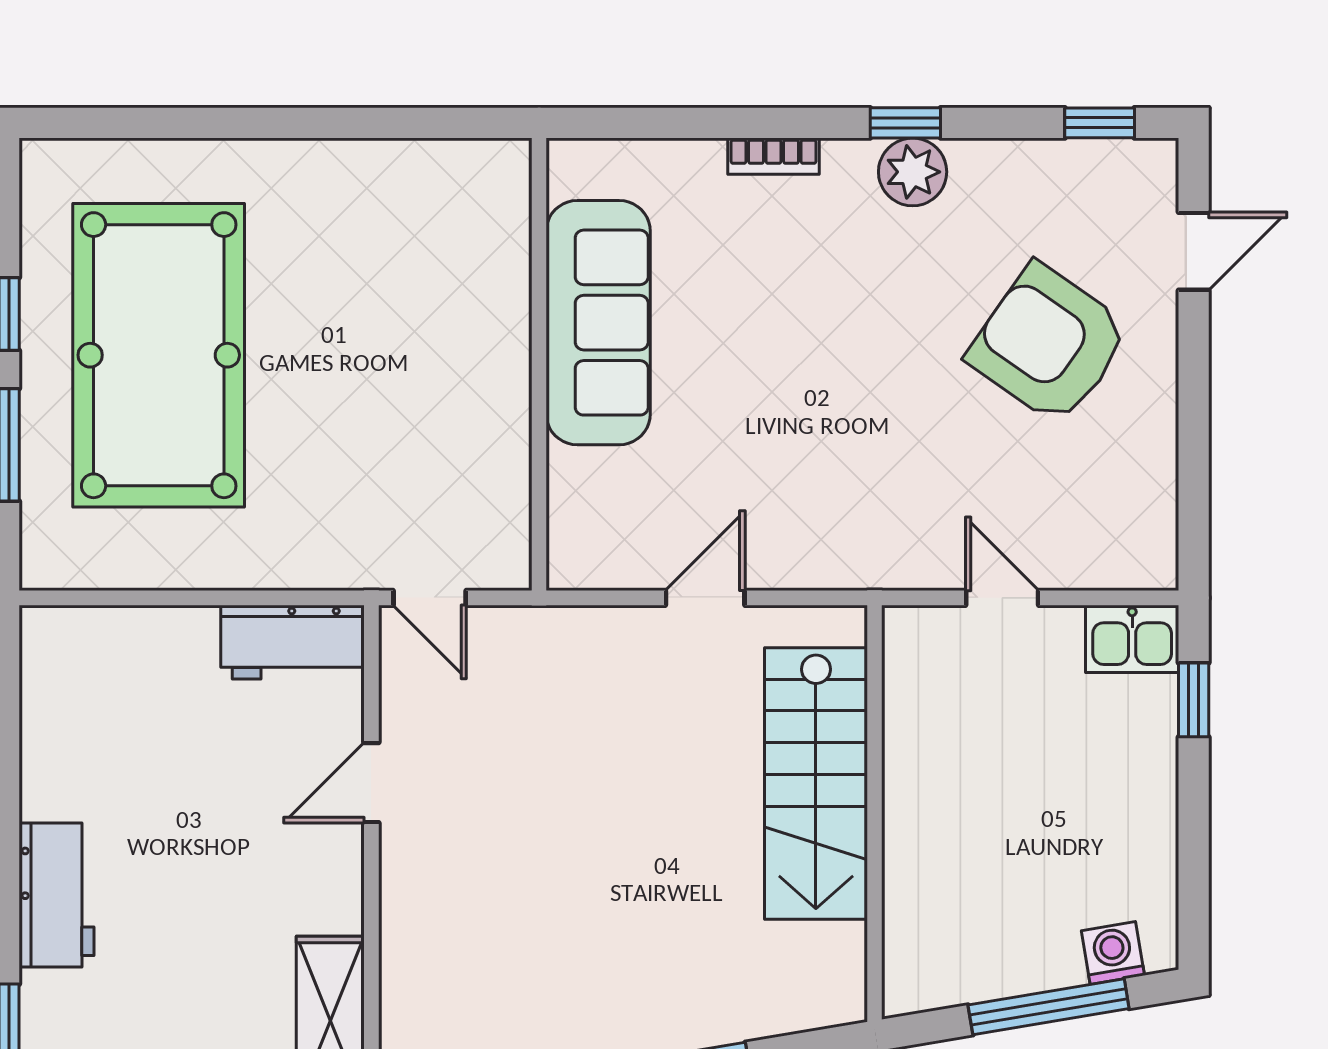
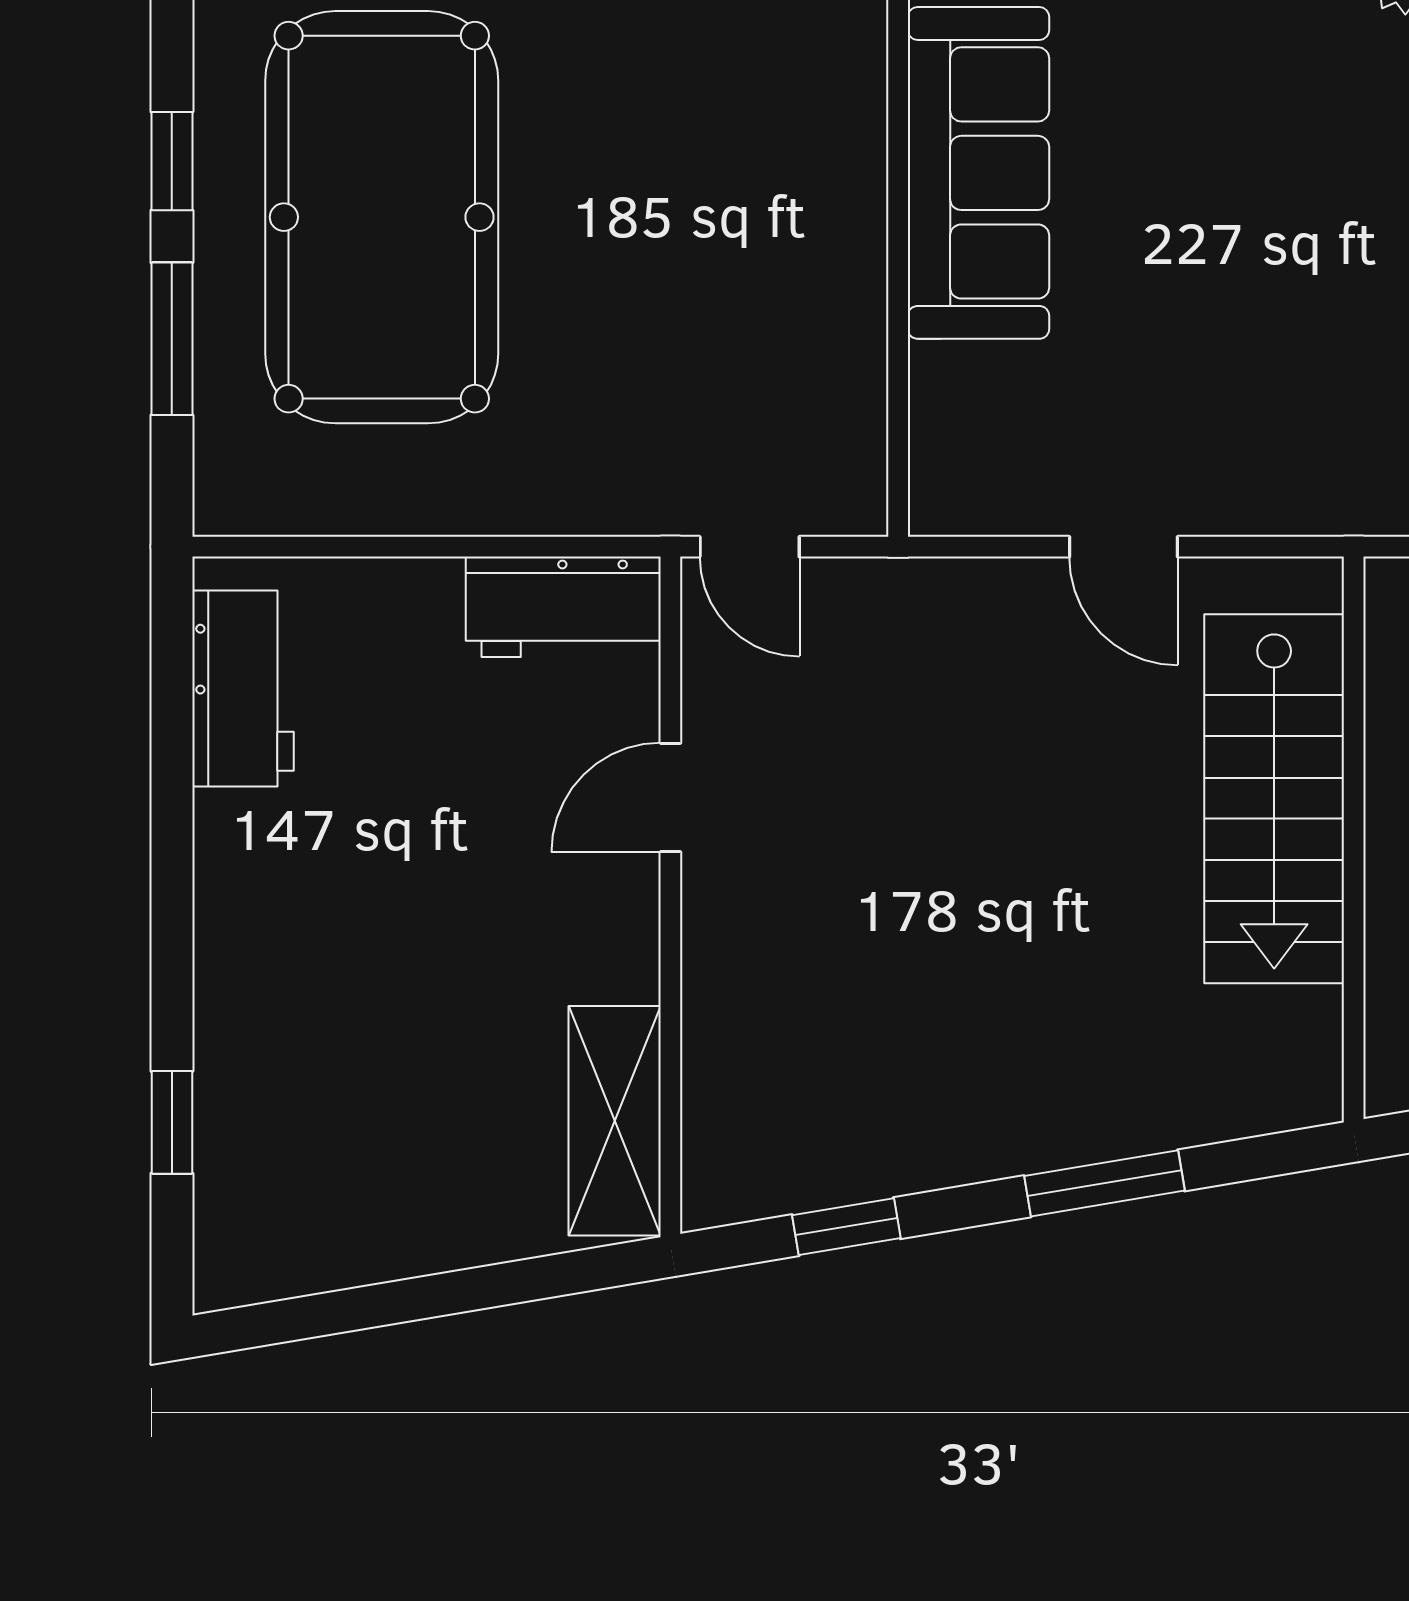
door: (705, 598) -> (1123, 547), swing flipped
workbench: (57, 895) -> (243, 689), moved

